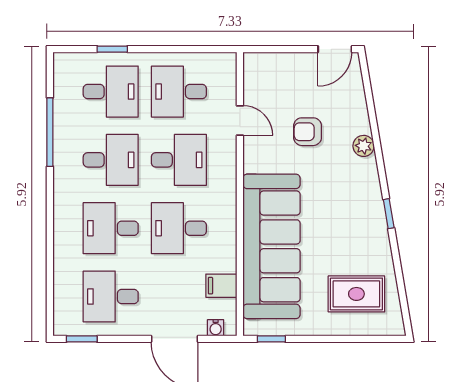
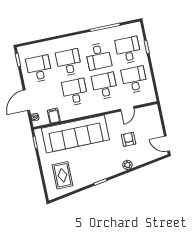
desk: (111, 92) -> (128, 50), turned 180
desk: (179, 160) -> (105, 86), turned 180

